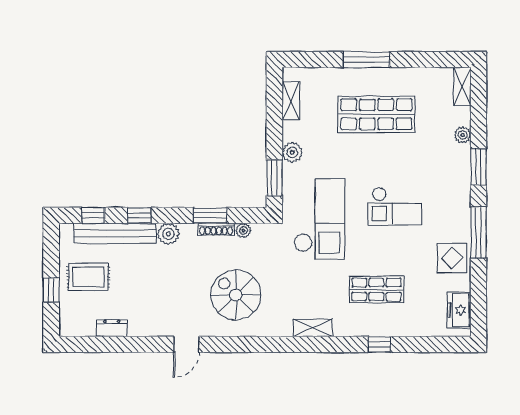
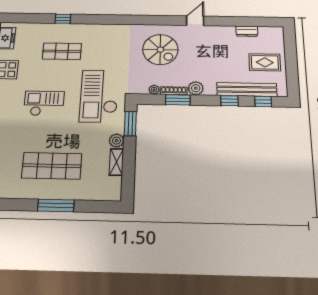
shelving: (291, 101) -> (116, 162), moved
plant: (168, 234) -> (196, 88), moved
window: (51, 290) -> (291, 55), removed
shelving: (313, 328) -> (108, 29), removed

